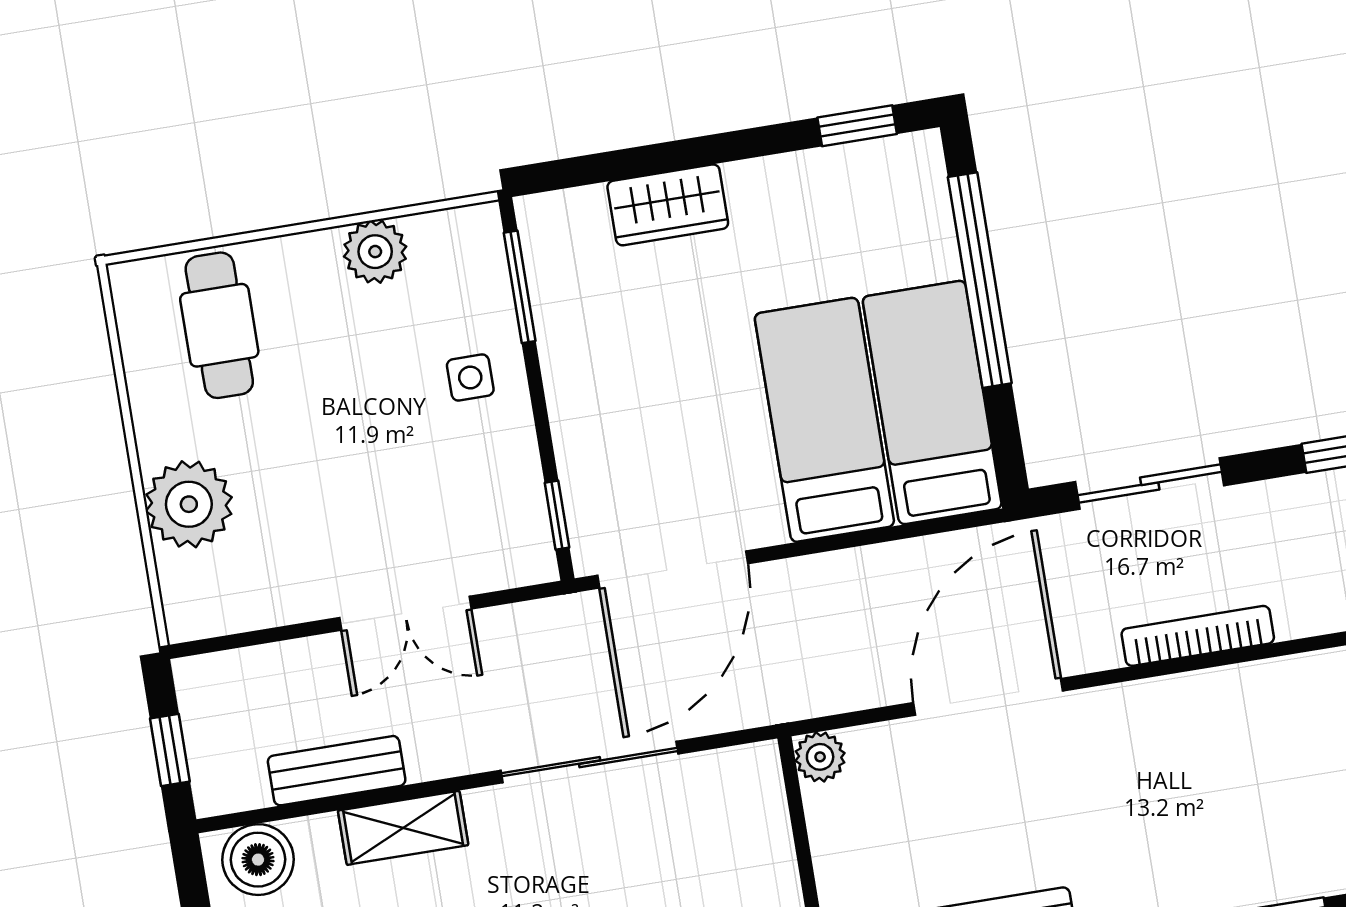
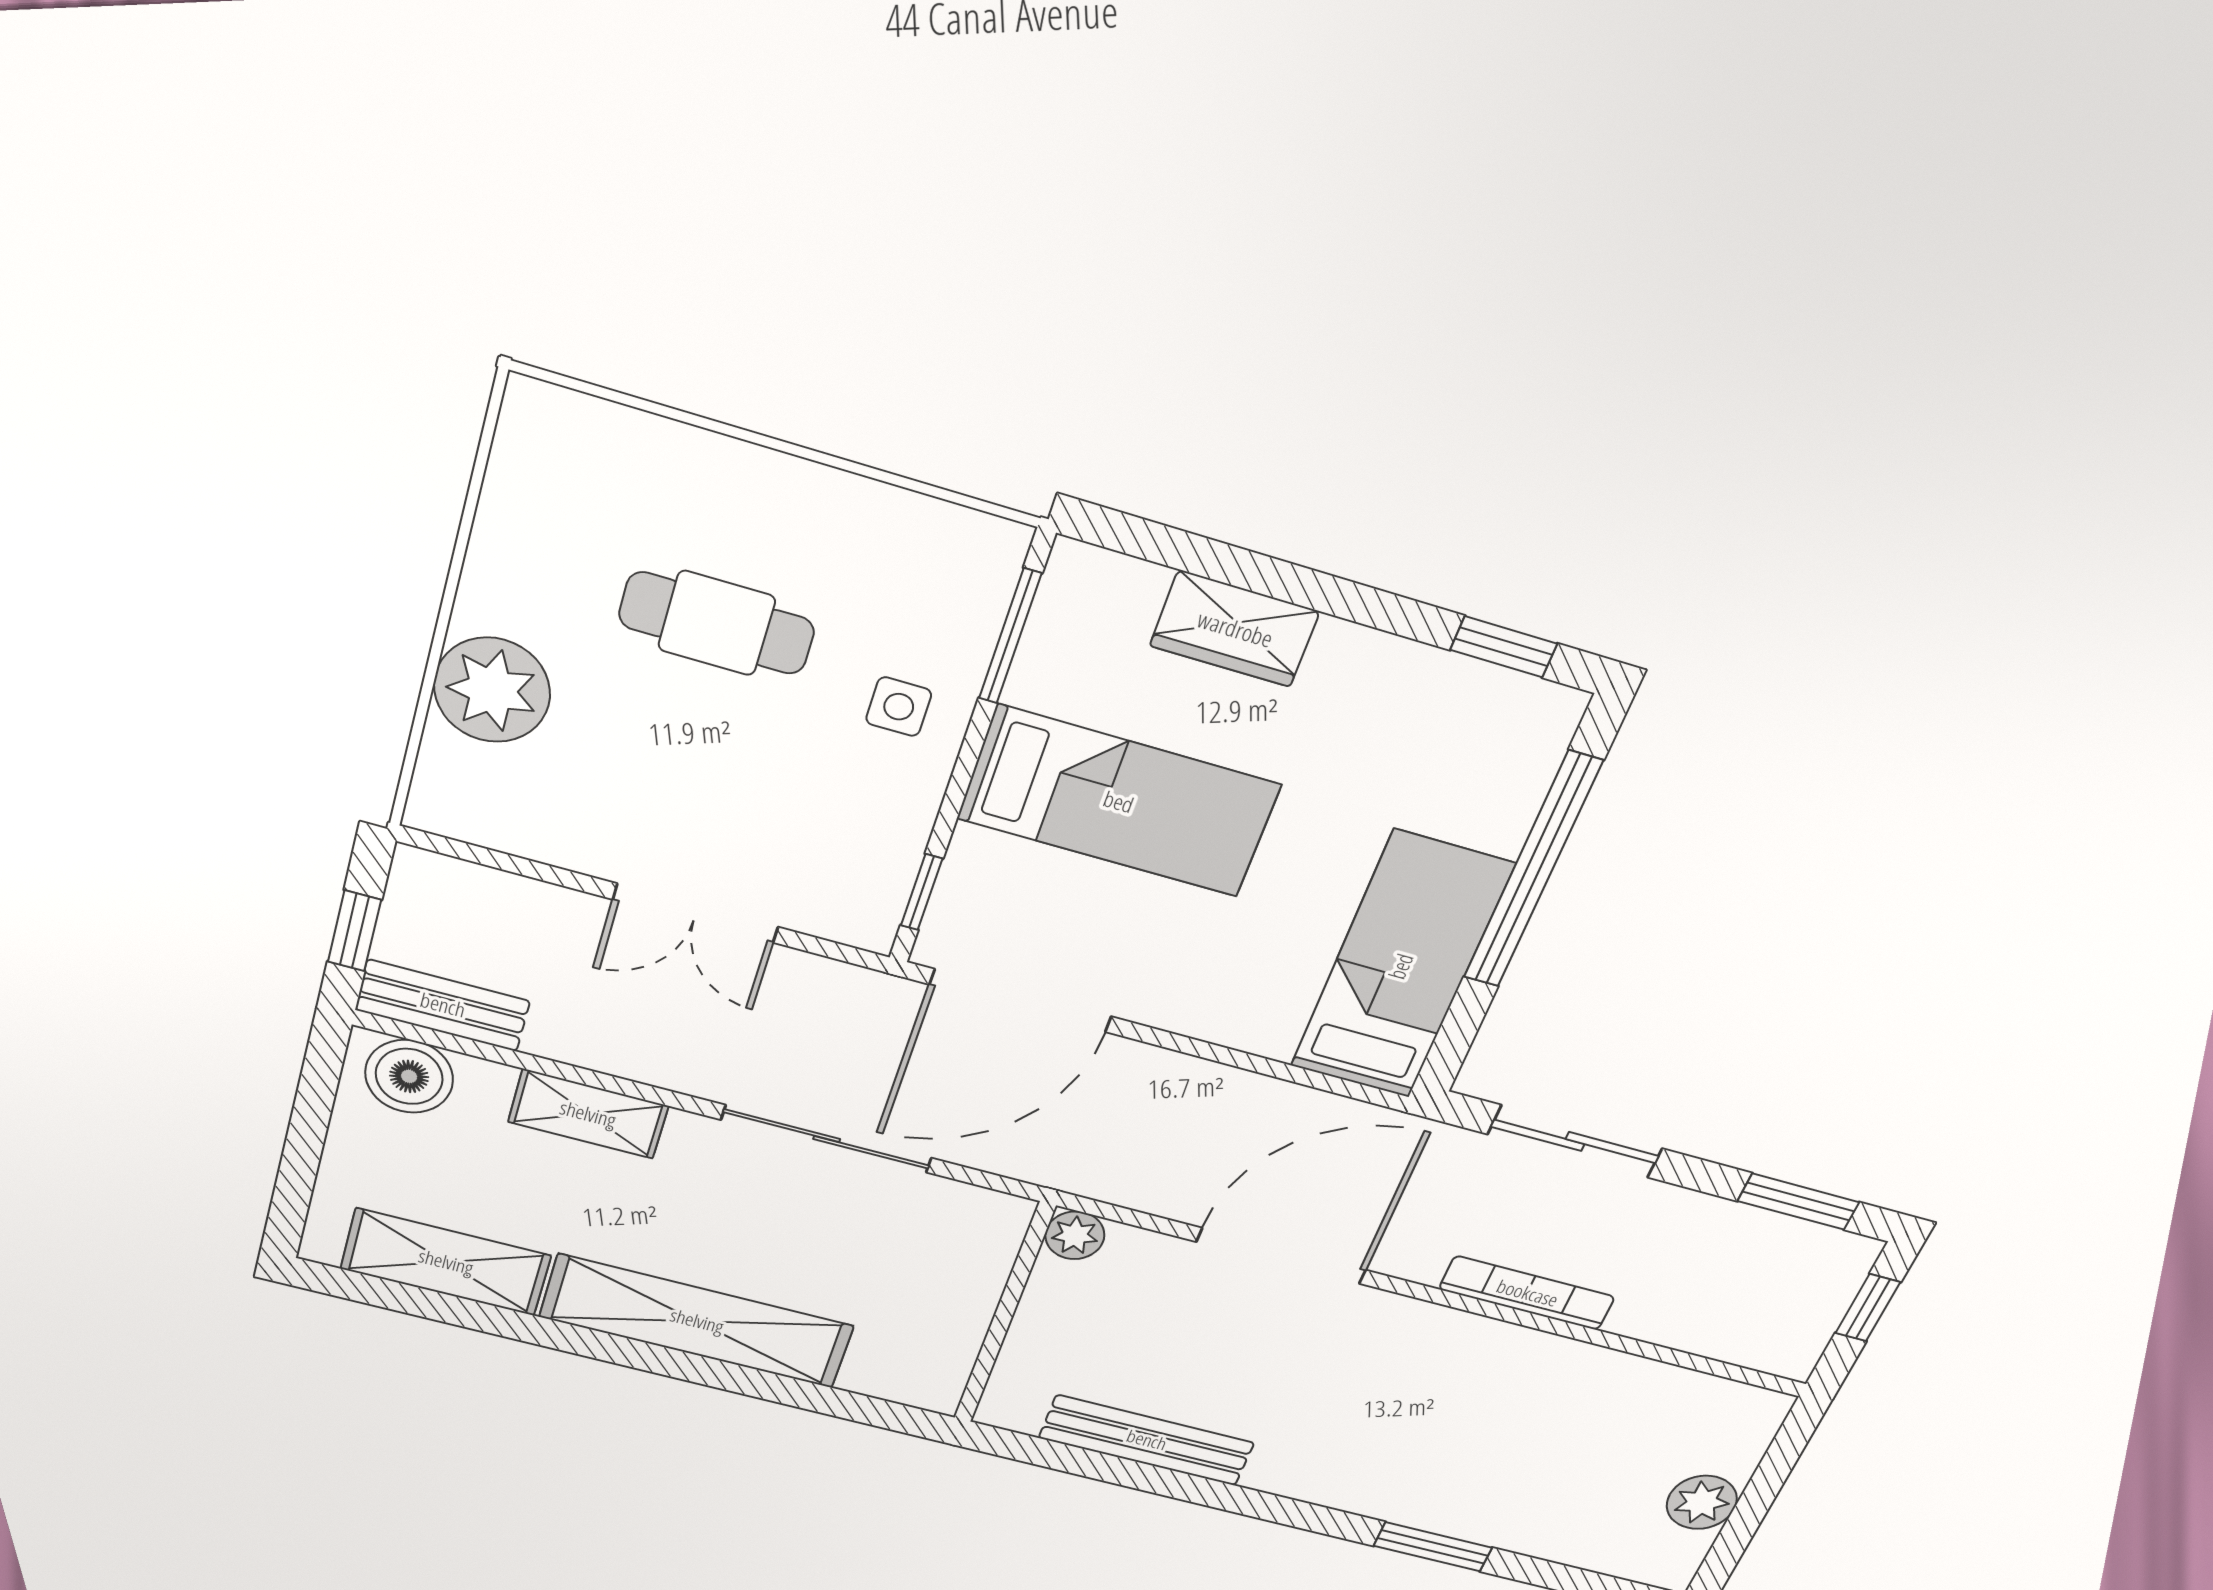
plant: (375, 252) -> (857, 516), removed
cafe table: (219, 325) -> (717, 623), moved, turned 90
bed: (824, 420) -> (1119, 802), moved, turned 90
bench: (337, 771) -> (443, 1005), moved

